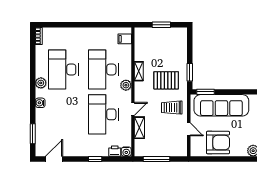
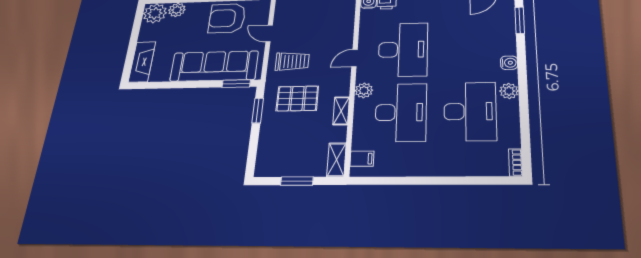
shelving: (139, 128) -> (337, 160), moved

